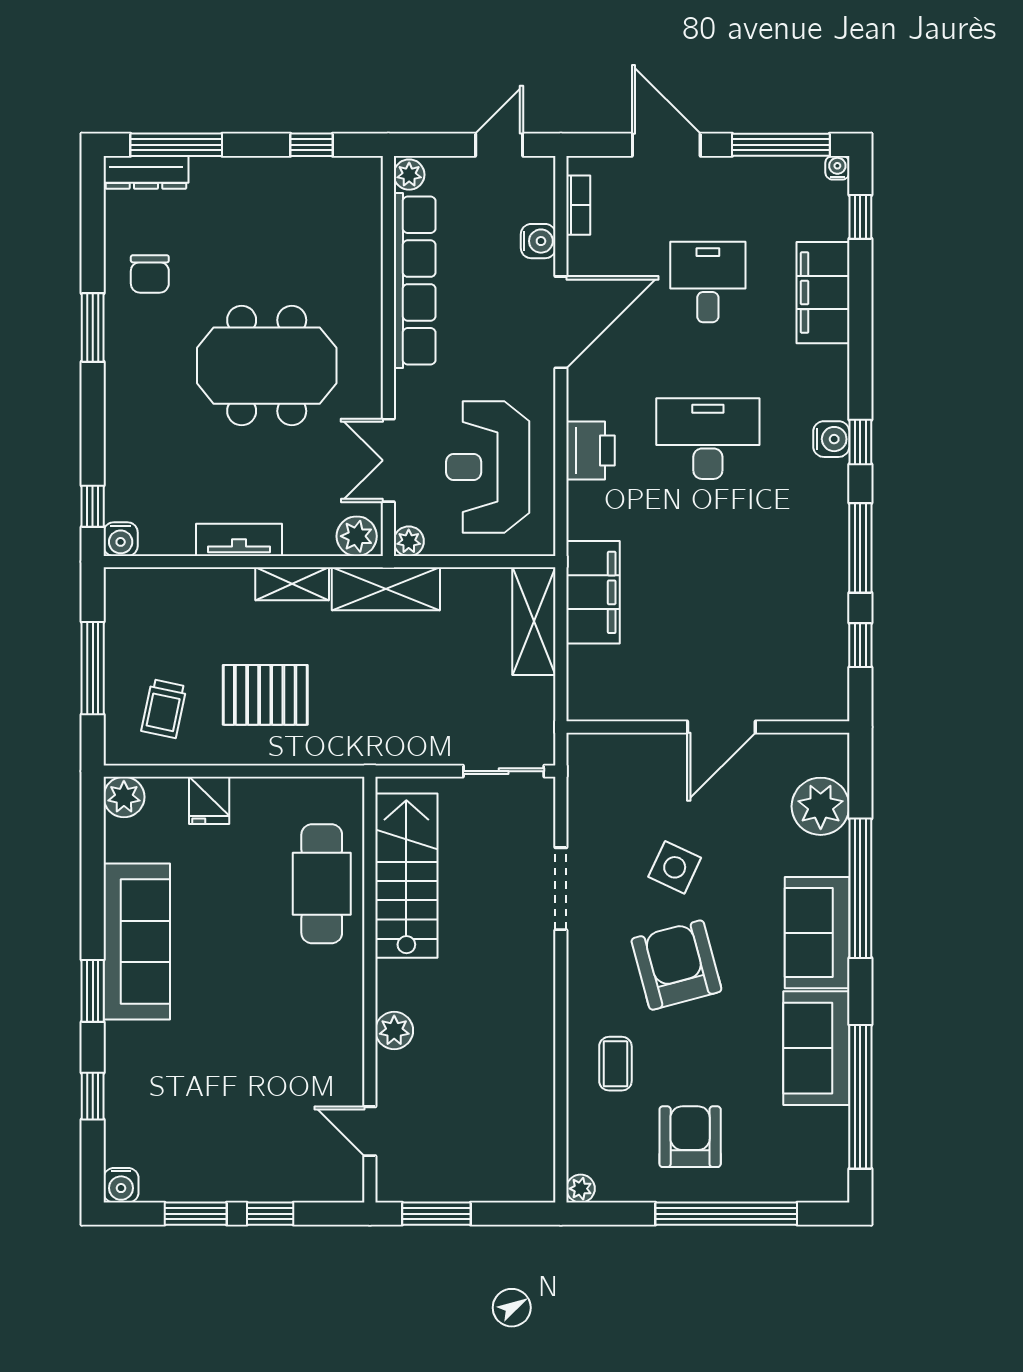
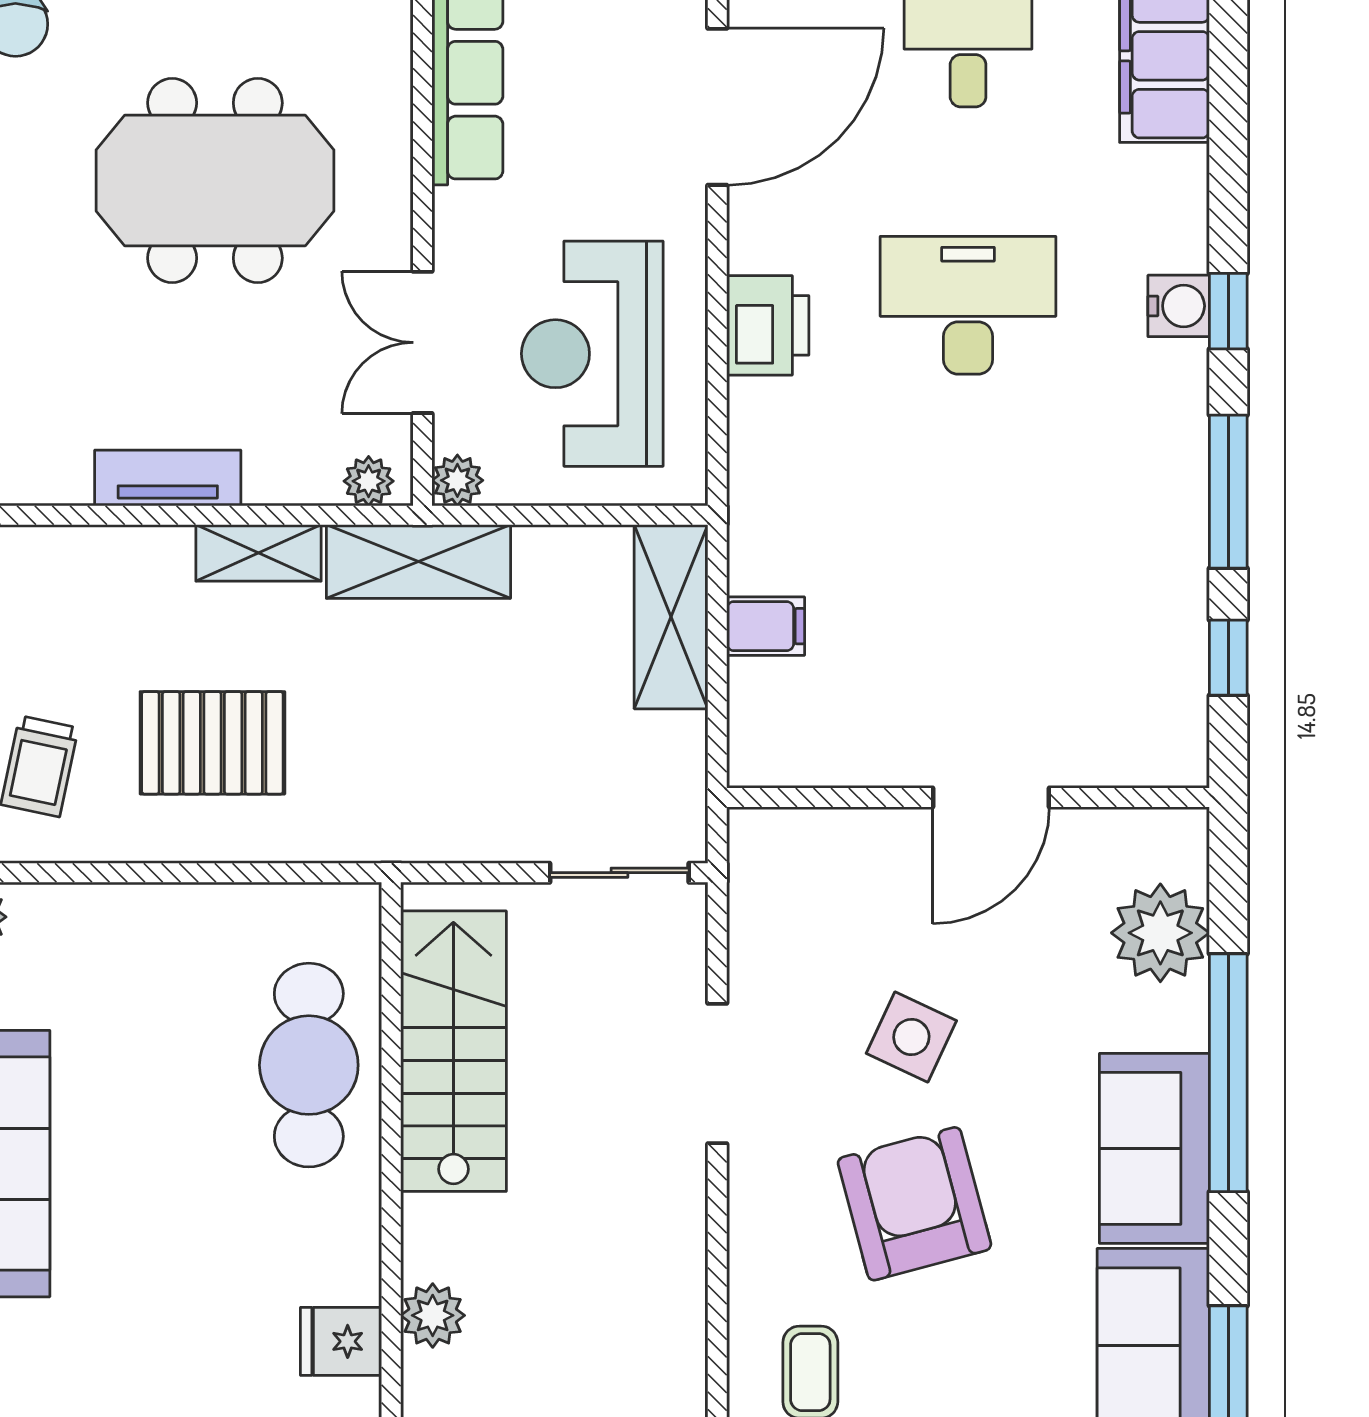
plant: (357, 536) -> (369, 481), width x0.73, depth x0.73
filing cabinet: (593, 592) -> (766, 626), width x0.33, depth x0.86
fridge: (209, 800) -> (341, 1341), moved, turned 90

